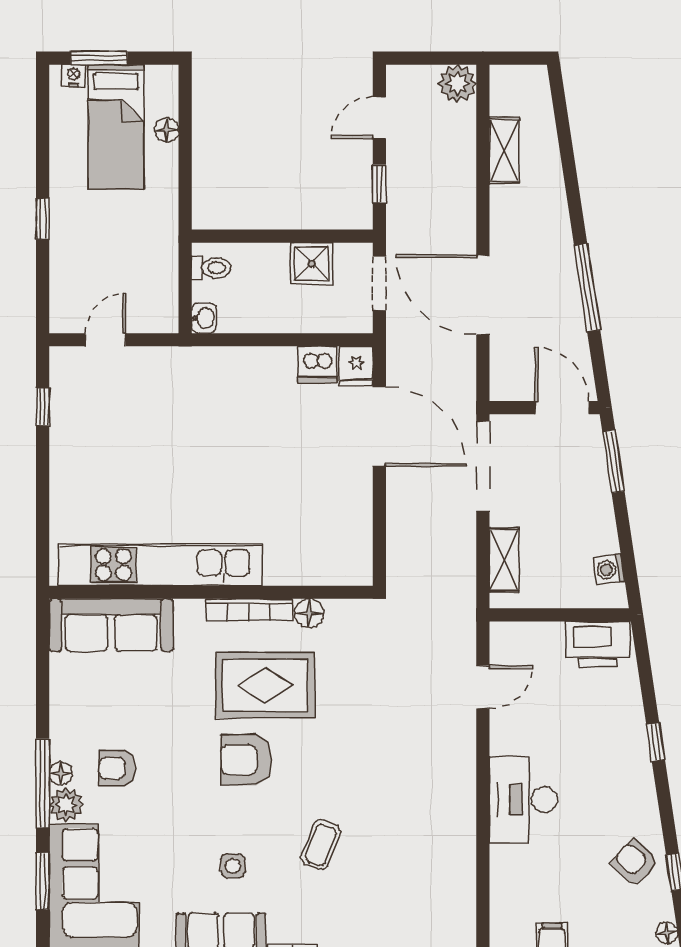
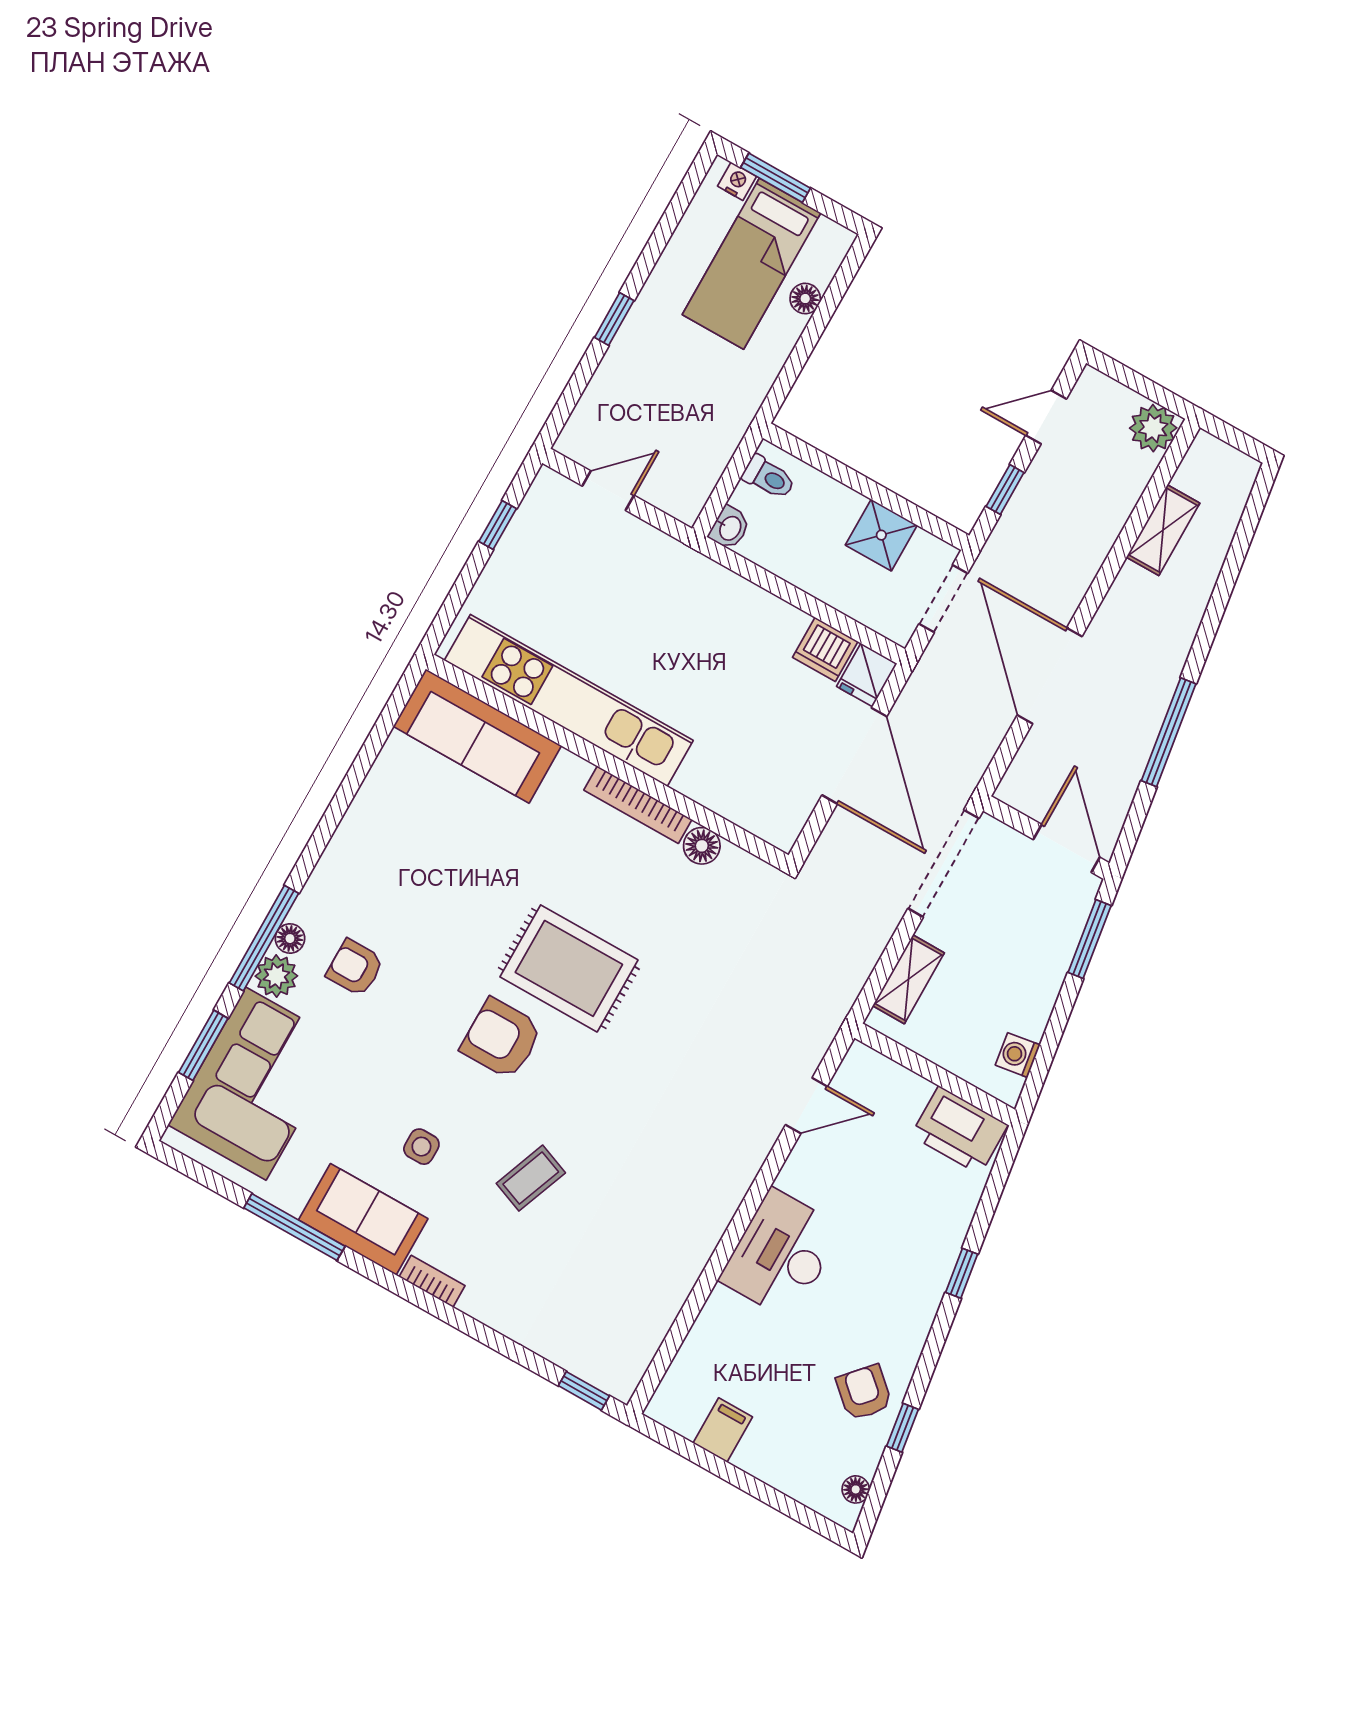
kitchen unit: (160, 565) -> (569, 700), moved
wall: (211, 592) -> (607, 762), moved
bookcase: (249, 610) -> (638, 805), moved
floor lamp: (309, 613) -> (702, 846), moved
sofa: (111, 625) -> (477, 736), moved

